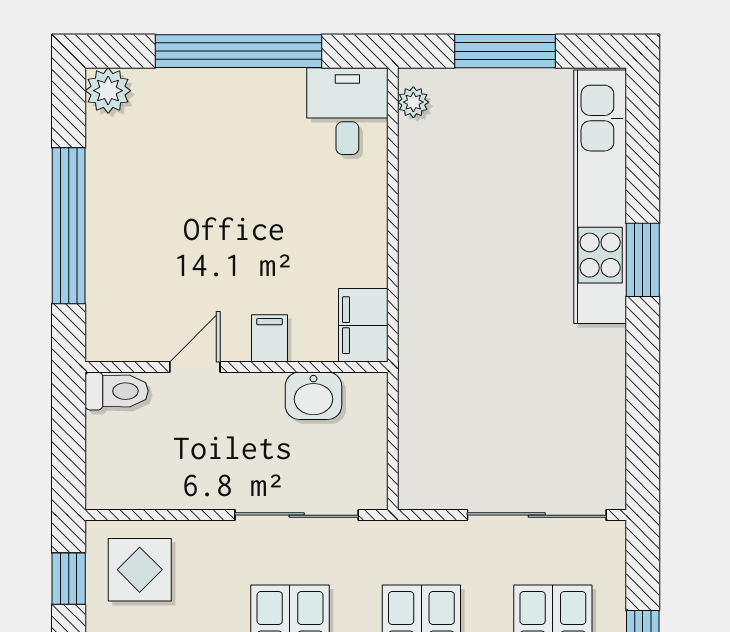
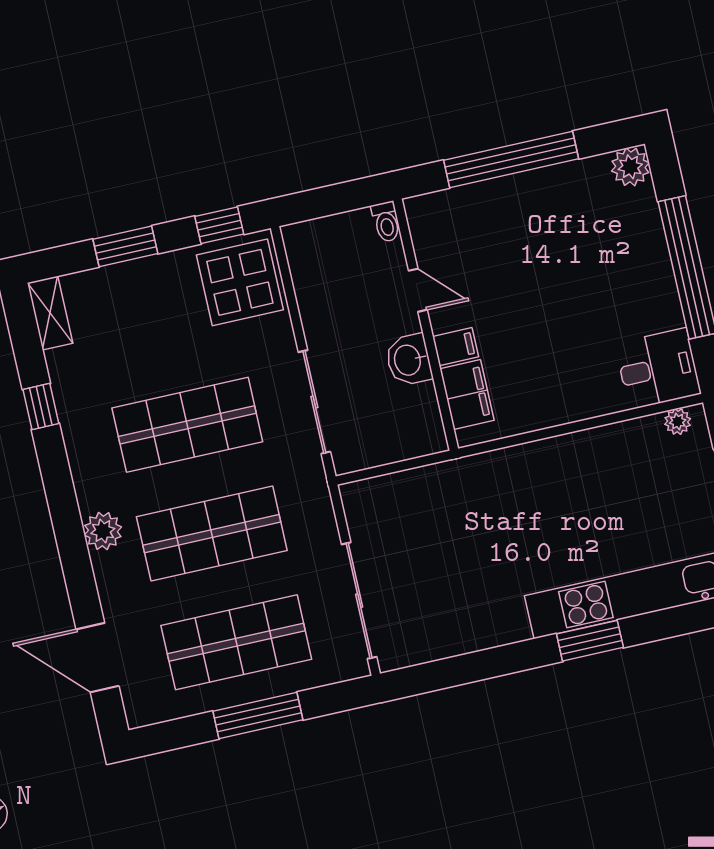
filing cabinet: (363, 325) -> (467, 394), moved, turned 90
toilet: (117, 391) -> (386, 222), width x0.73, depth x0.72
washbasin: (313, 396) -> (409, 360), moved
display table: (140, 570) -> (240, 282), width x1.36, depth x1.36

